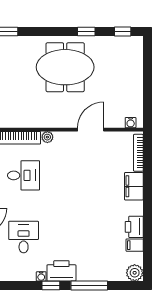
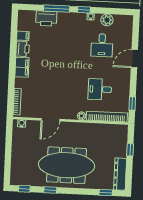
meeting table: (65, 67) -> (67, 165), width x1.36
filing cabinet: (134, 186) -> (22, 67), moved
printer: (61, 271) -> (46, 18), moved
plant: (135, 273) -> (107, 20), moved

